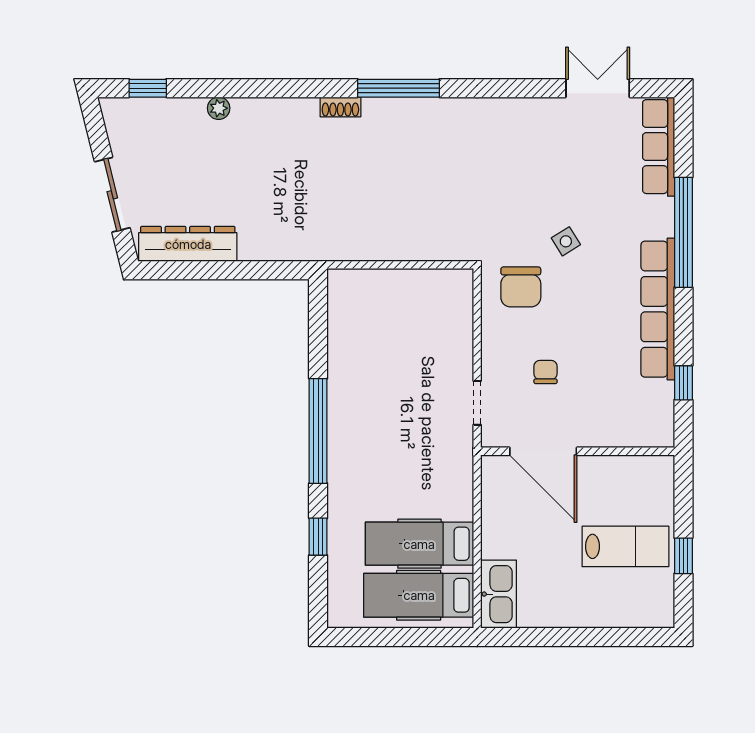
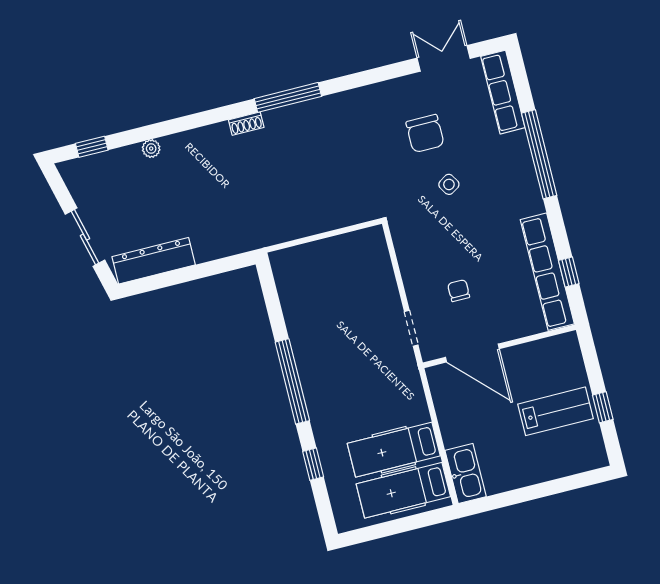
chair: (521, 287) -> (425, 134), moved
row of seats: (658, 309) -> (547, 272), moved

